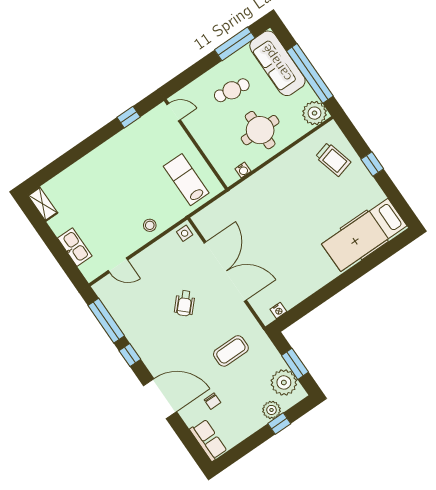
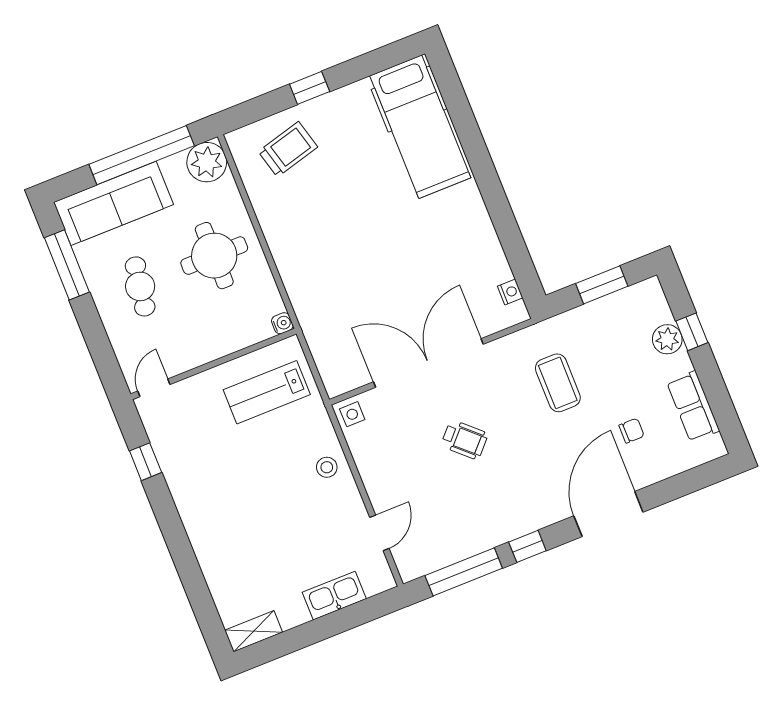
water cooler: (243, 170) -> (282, 323), moved
plant: (284, 382) -> (628, 309), removed
row of seats: (208, 440) -> (693, 406), moved, turned -90

